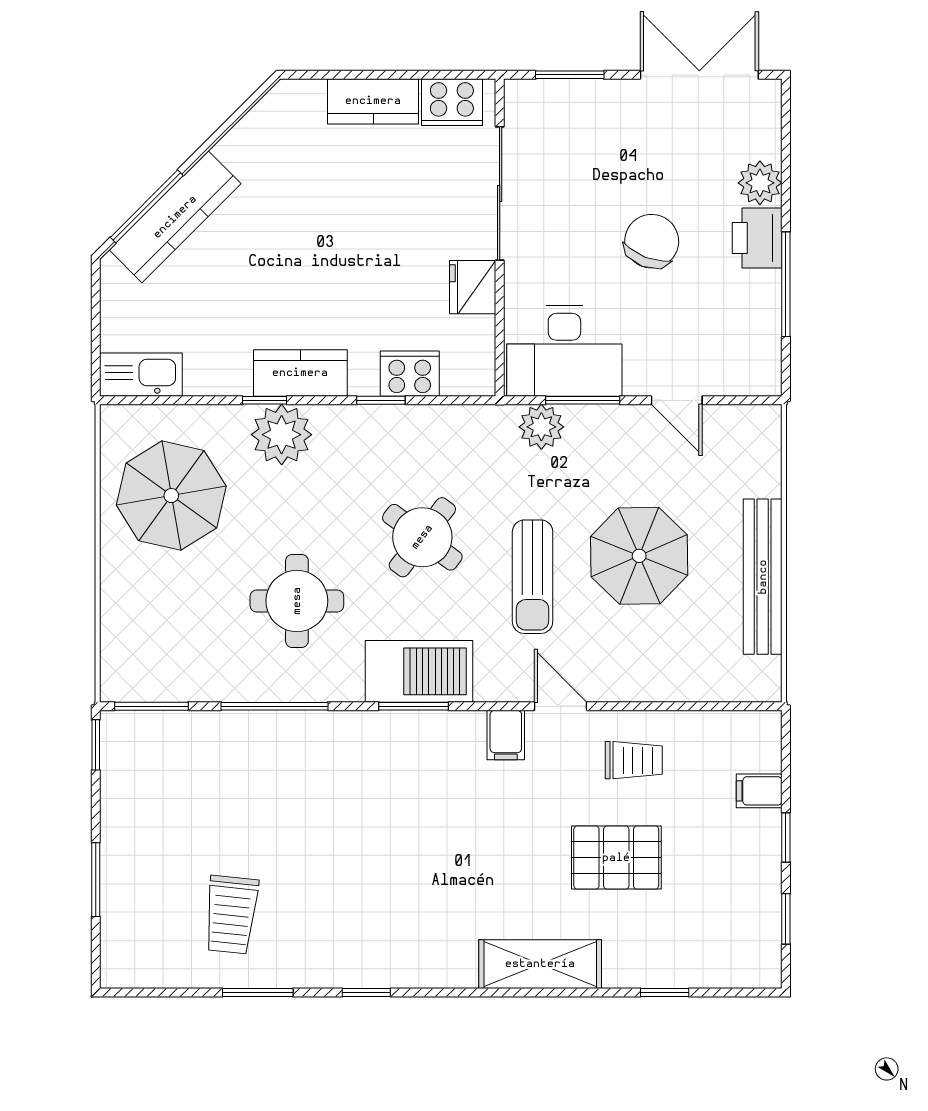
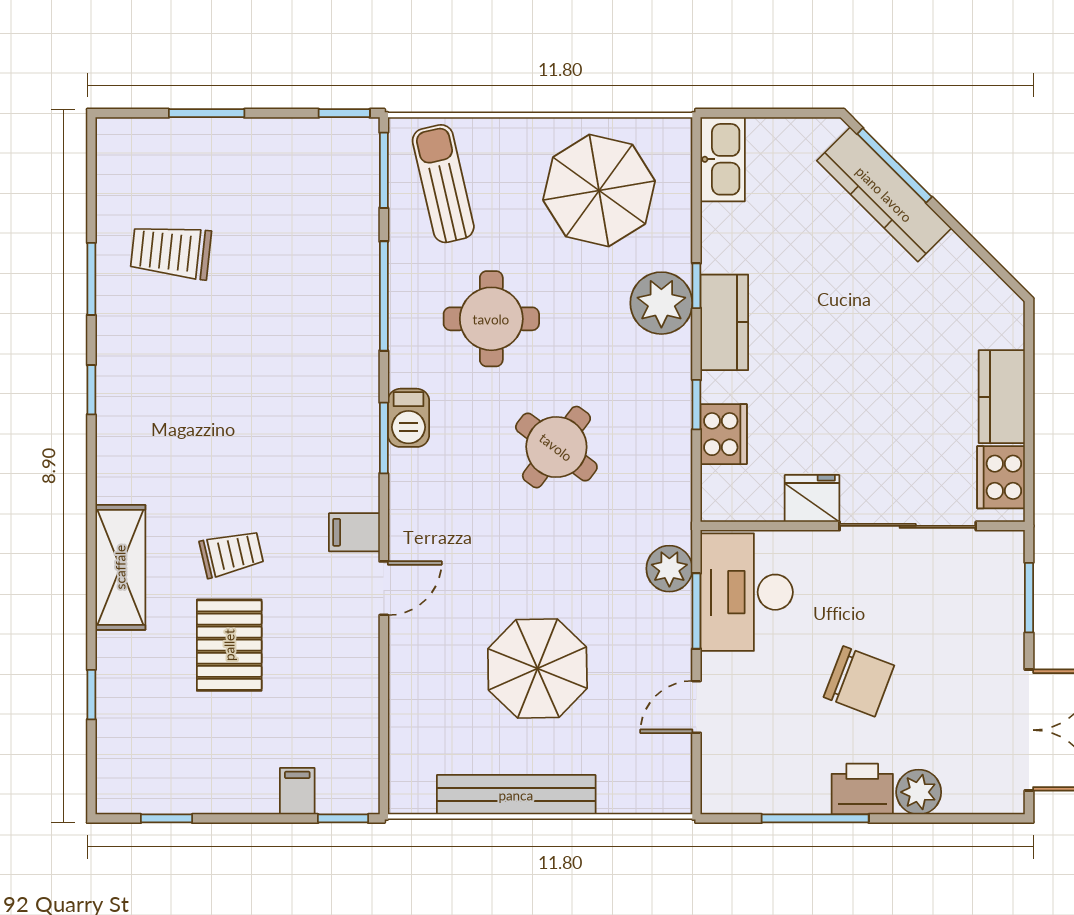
sun lounger: (533, 577) -> (443, 184), moved, turned 77
barbecue: (419, 671) -> (409, 418), width x0.53, depth x0.65
trolley: (634, 760) -> (232, 554), moved, turned -103
window: (786, 837) -> (343, 818), moved

